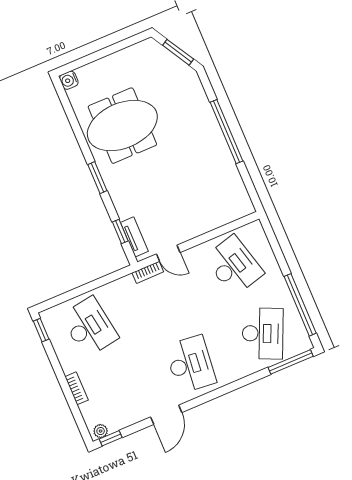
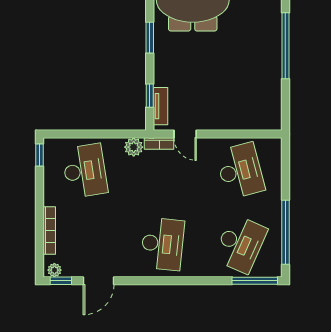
plant: (126, 286) -> (134, 147), added
bookcase: (77, 388) -> (49, 230), width x1.56
door: (166, 415) -> (99, 281), moved

